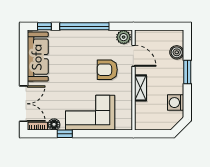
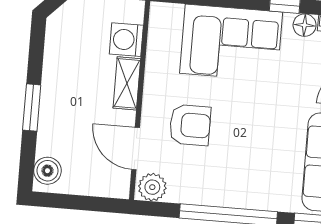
boiler: (177, 52) -> (47, 171), moved
washing machine: (176, 103) -> (126, 40), moved, turned 180

